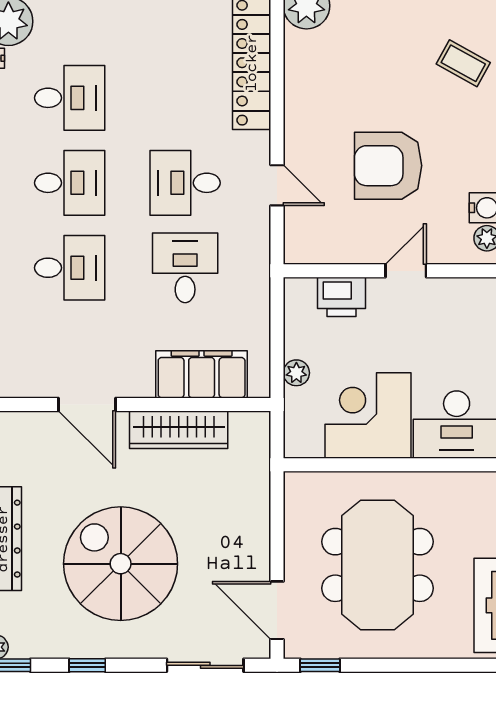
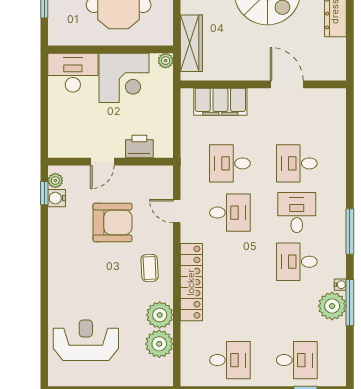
coffee table: (463, 63) -> (150, 268), moved, turned 58
desk: (70, 183) -> (297, 213), turned 90
desk: (185, 268) -> (230, 163), turned 90
plant: (296, 373) -> (166, 61), moved
wardrobe: (179, 430) -> (191, 43), moved, turned 90

